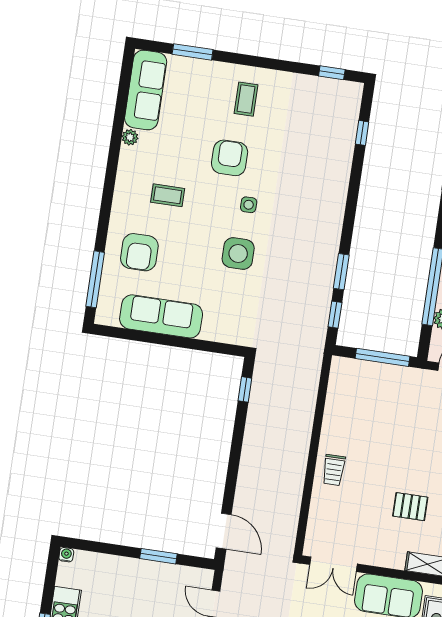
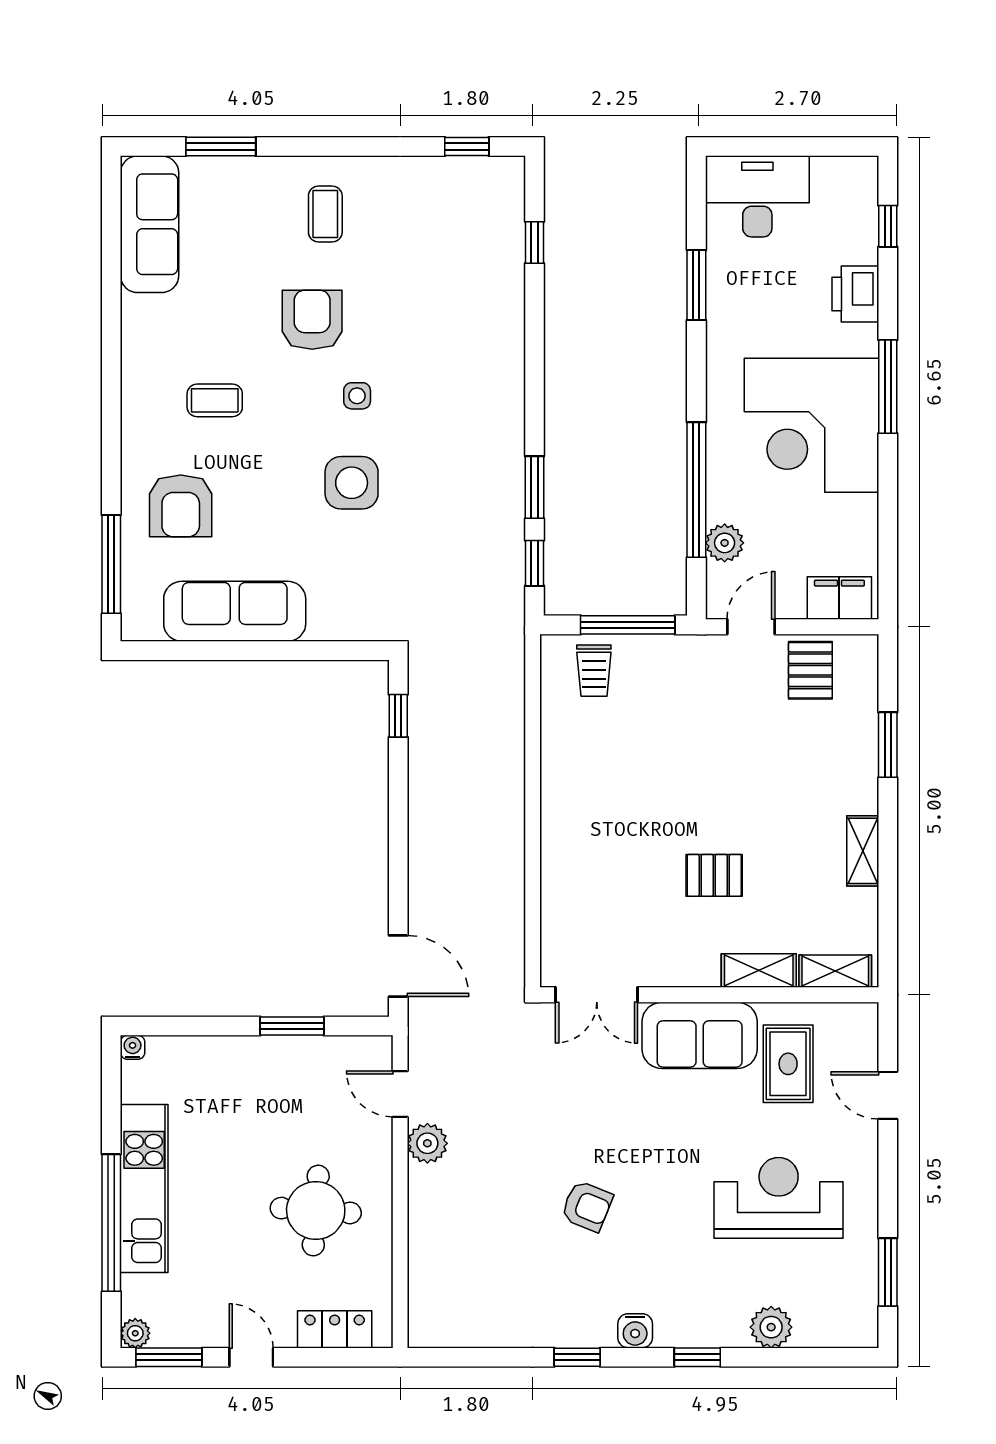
plant: (130, 137) -> (135, 310), removed
trolley: (334, 470) -> (594, 671), moved

